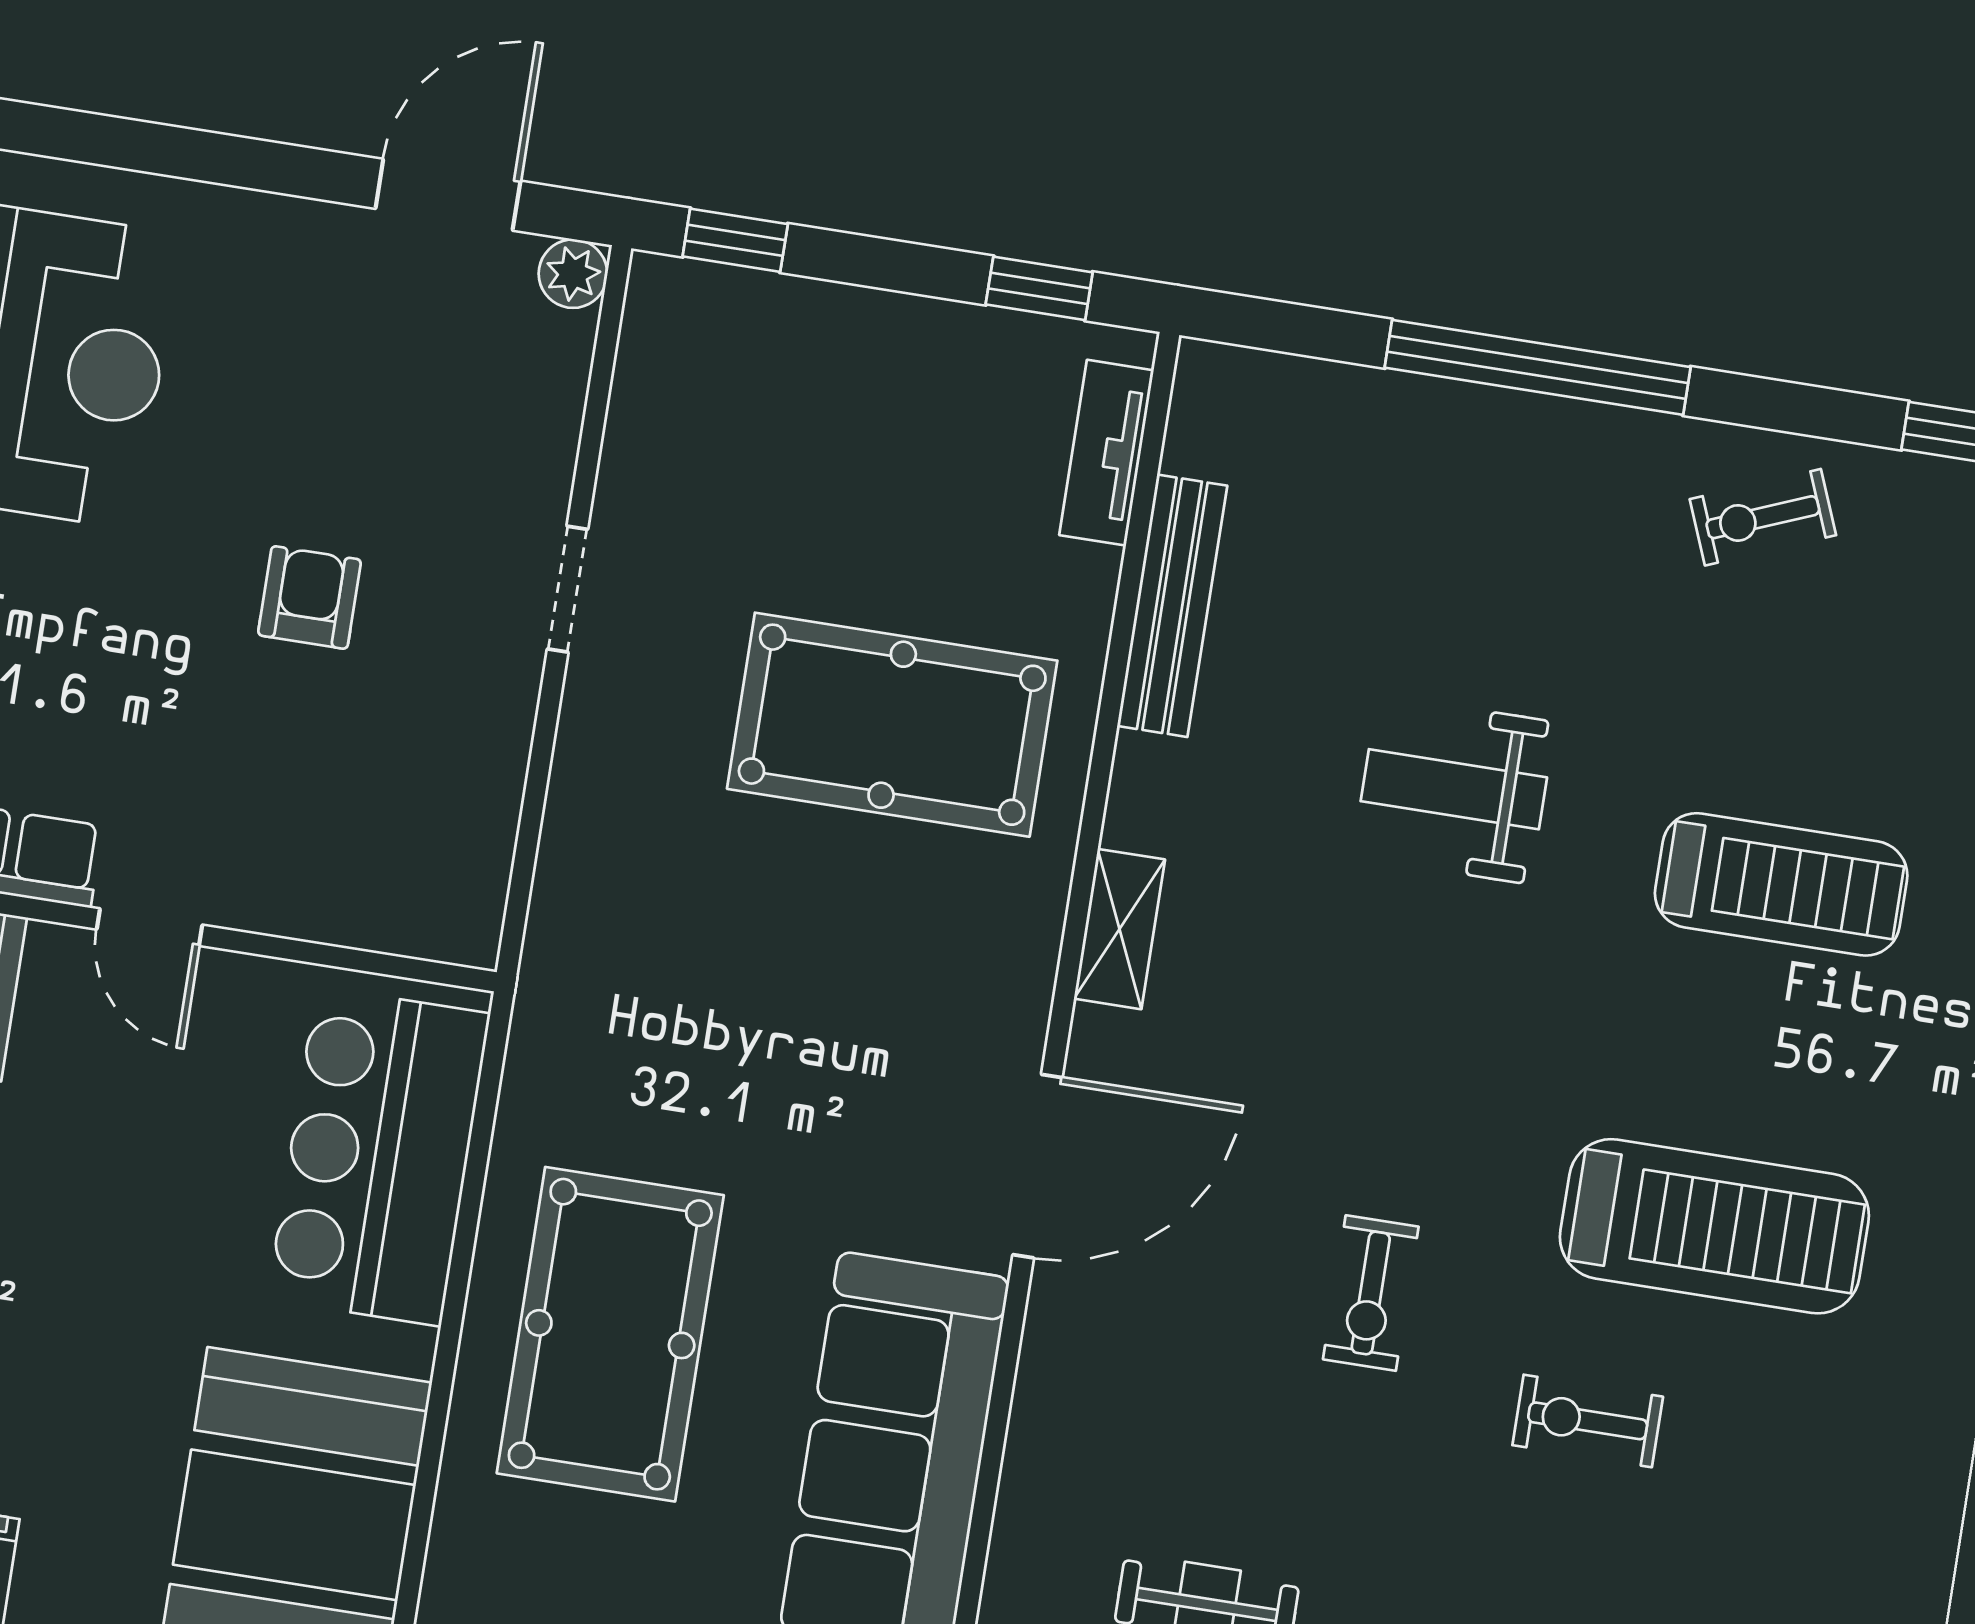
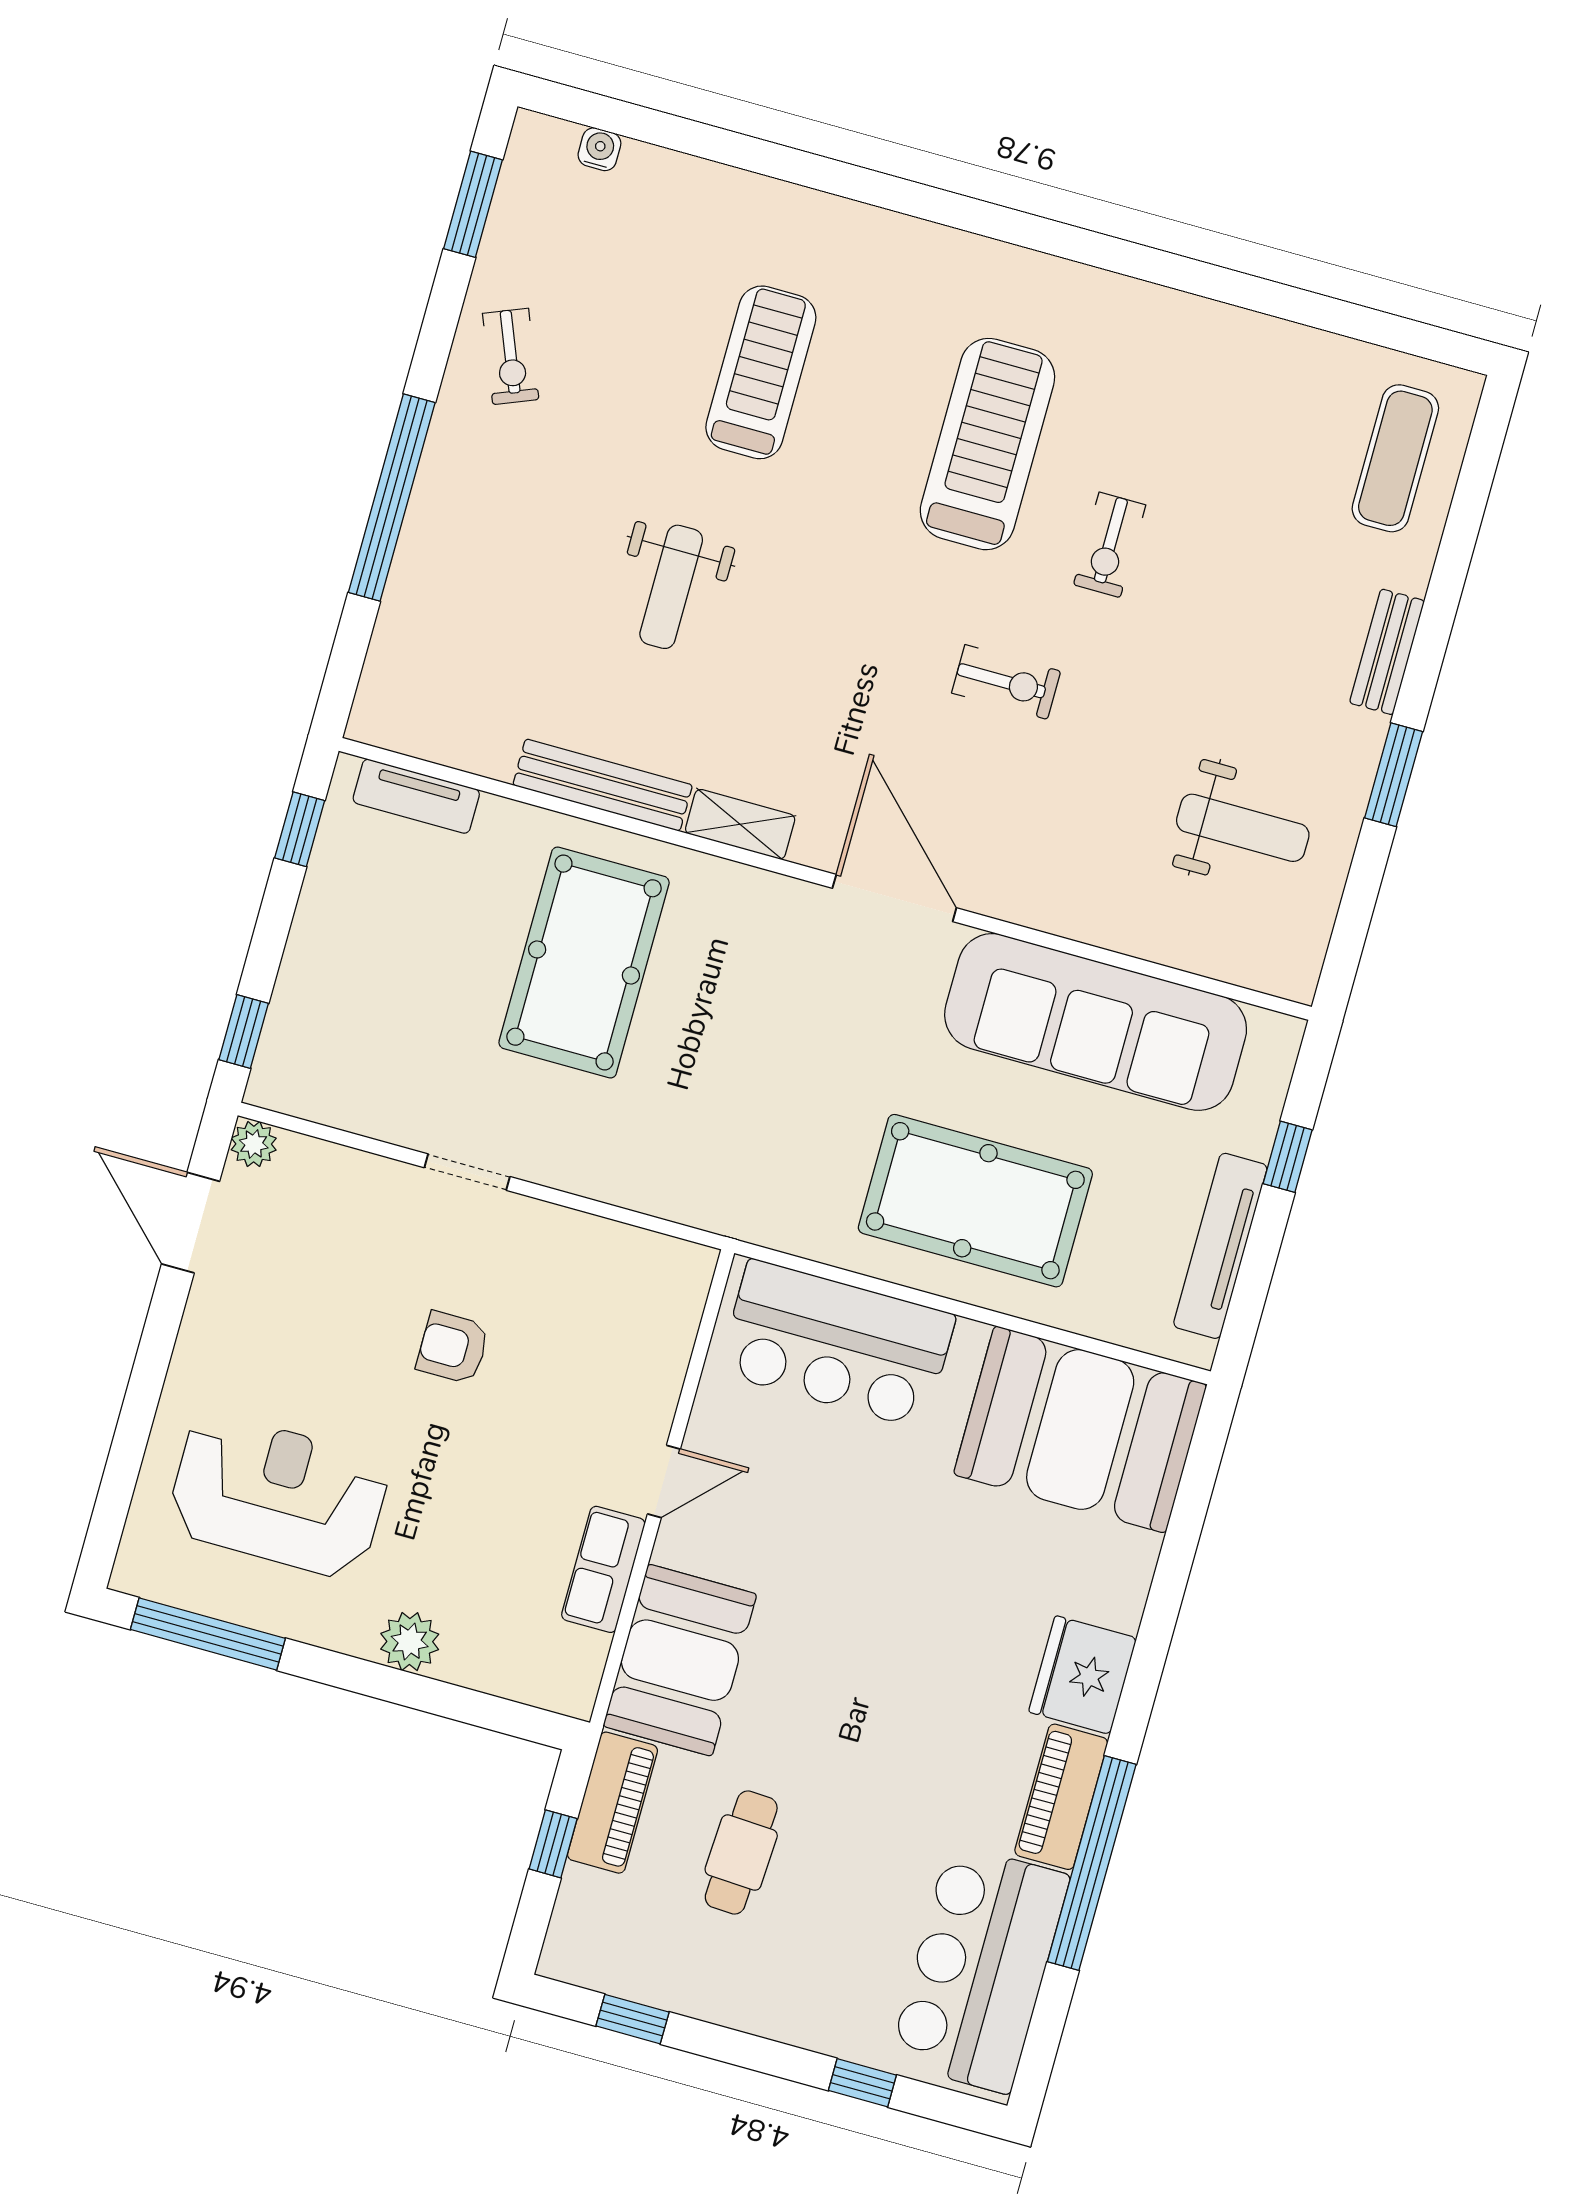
bench: (1172, 606) -> (603, 785), moved

